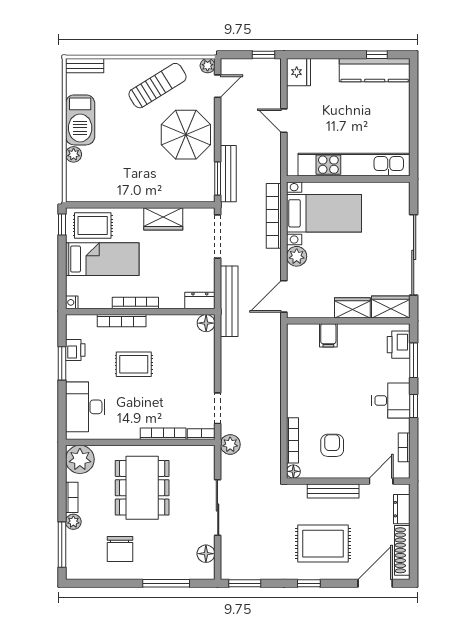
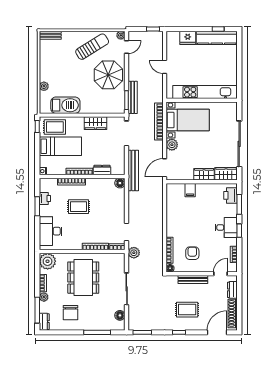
fridge: (298, 72) -> (188, 38), moved, turned 90
barbecue: (80, 120) -> (65, 105), moved, turned -90
dresser: (200, 300) -> (102, 170), moved
rug: (323, 544) -> (187, 310), width x0.73, depth x0.70
dresser: (74, 565) -> (44, 322), added

